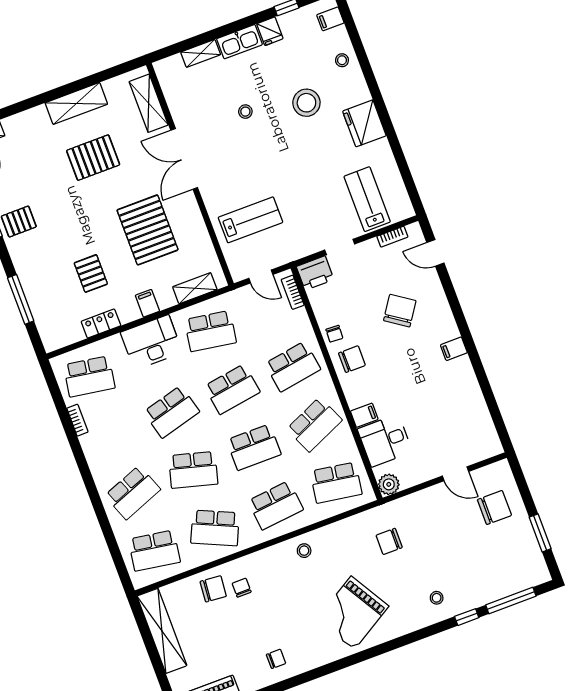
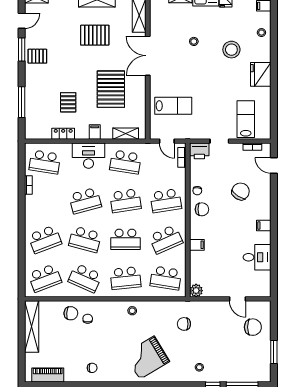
desk: (385, 441) -> (257, 257), moved, turned 180
school desk: (154, 551) -> (45, 278), turned -30

